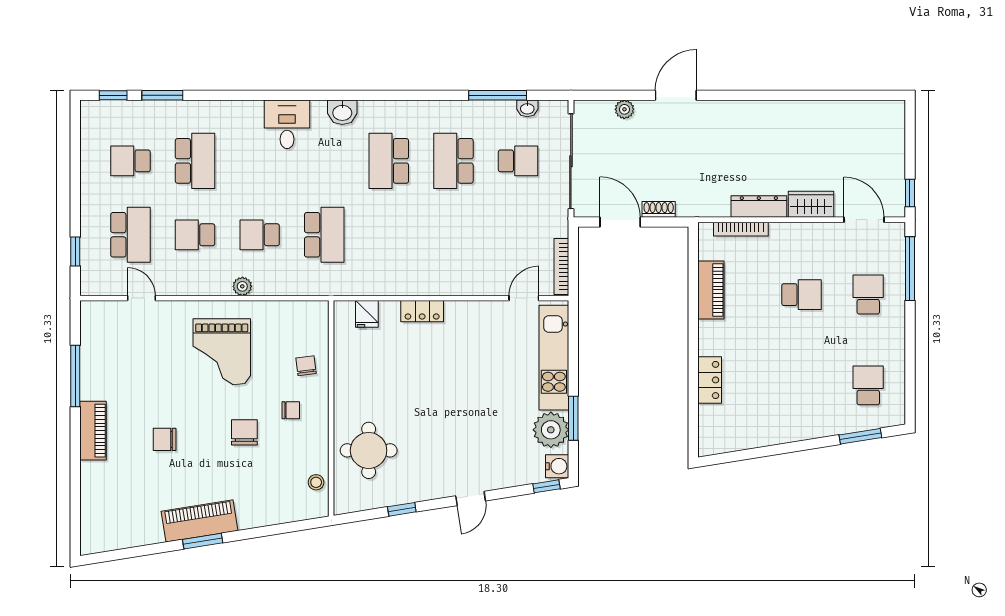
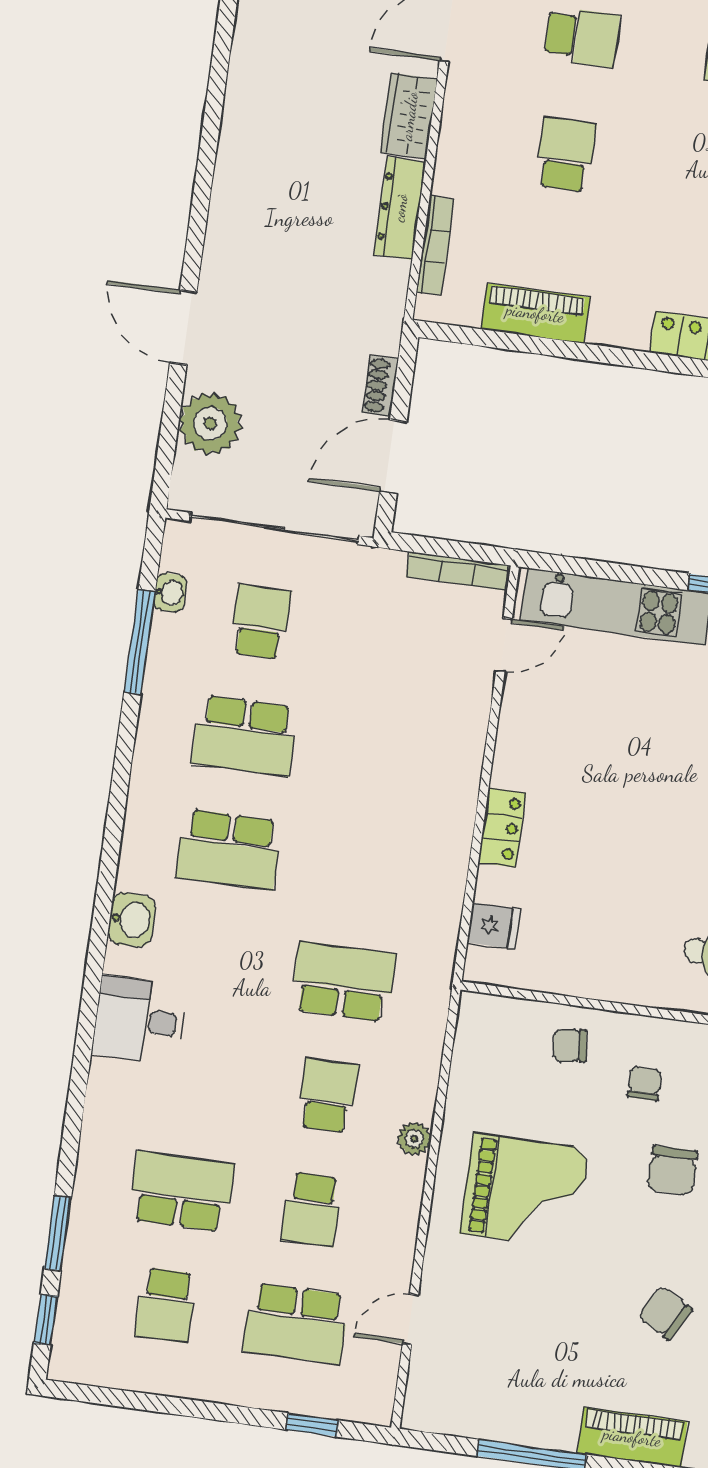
plant: (624, 109) -> (210, 423), width x1.87, depth x1.87
school desk: (130, 235) -> (296, 1323), turned 180
school desk: (260, 235) -> (328, 1095), turned 180
school desk: (868, 295) -> (582, 37), turned 180
door: (524, 298) -> (504, 645), swing flipped
chair: (244, 432) -> (672, 1171), turned -90
chair: (165, 439) -> (665, 1313), turned 120

